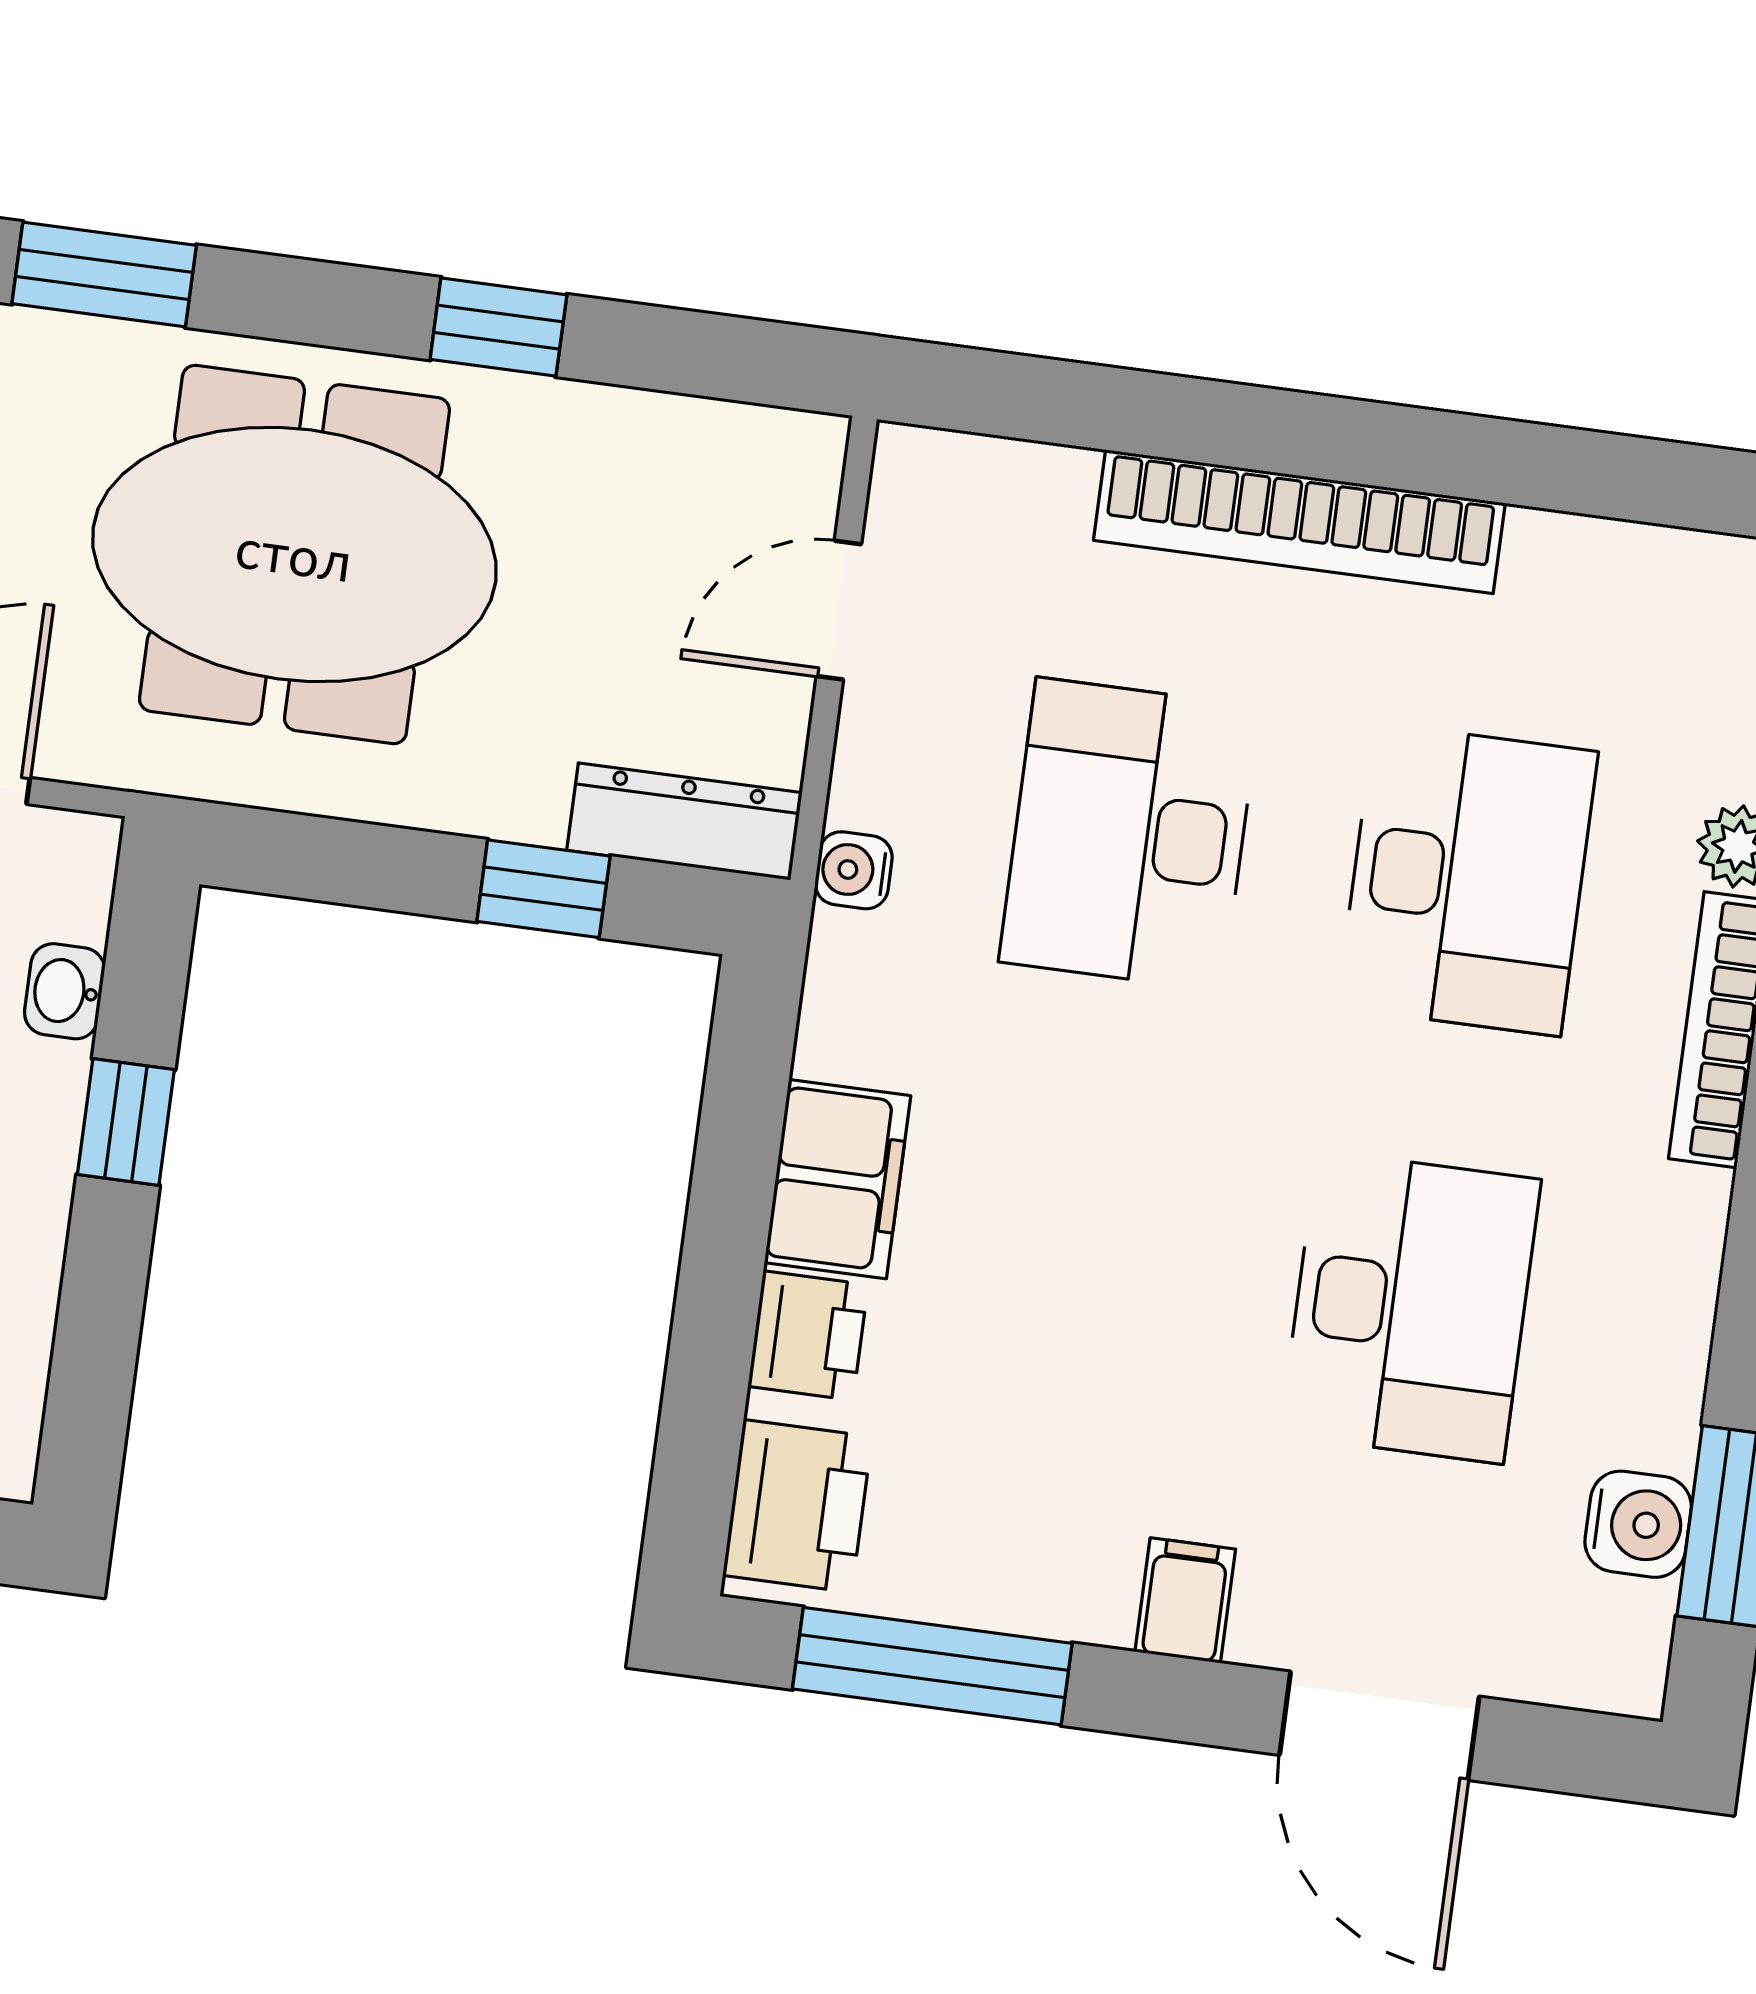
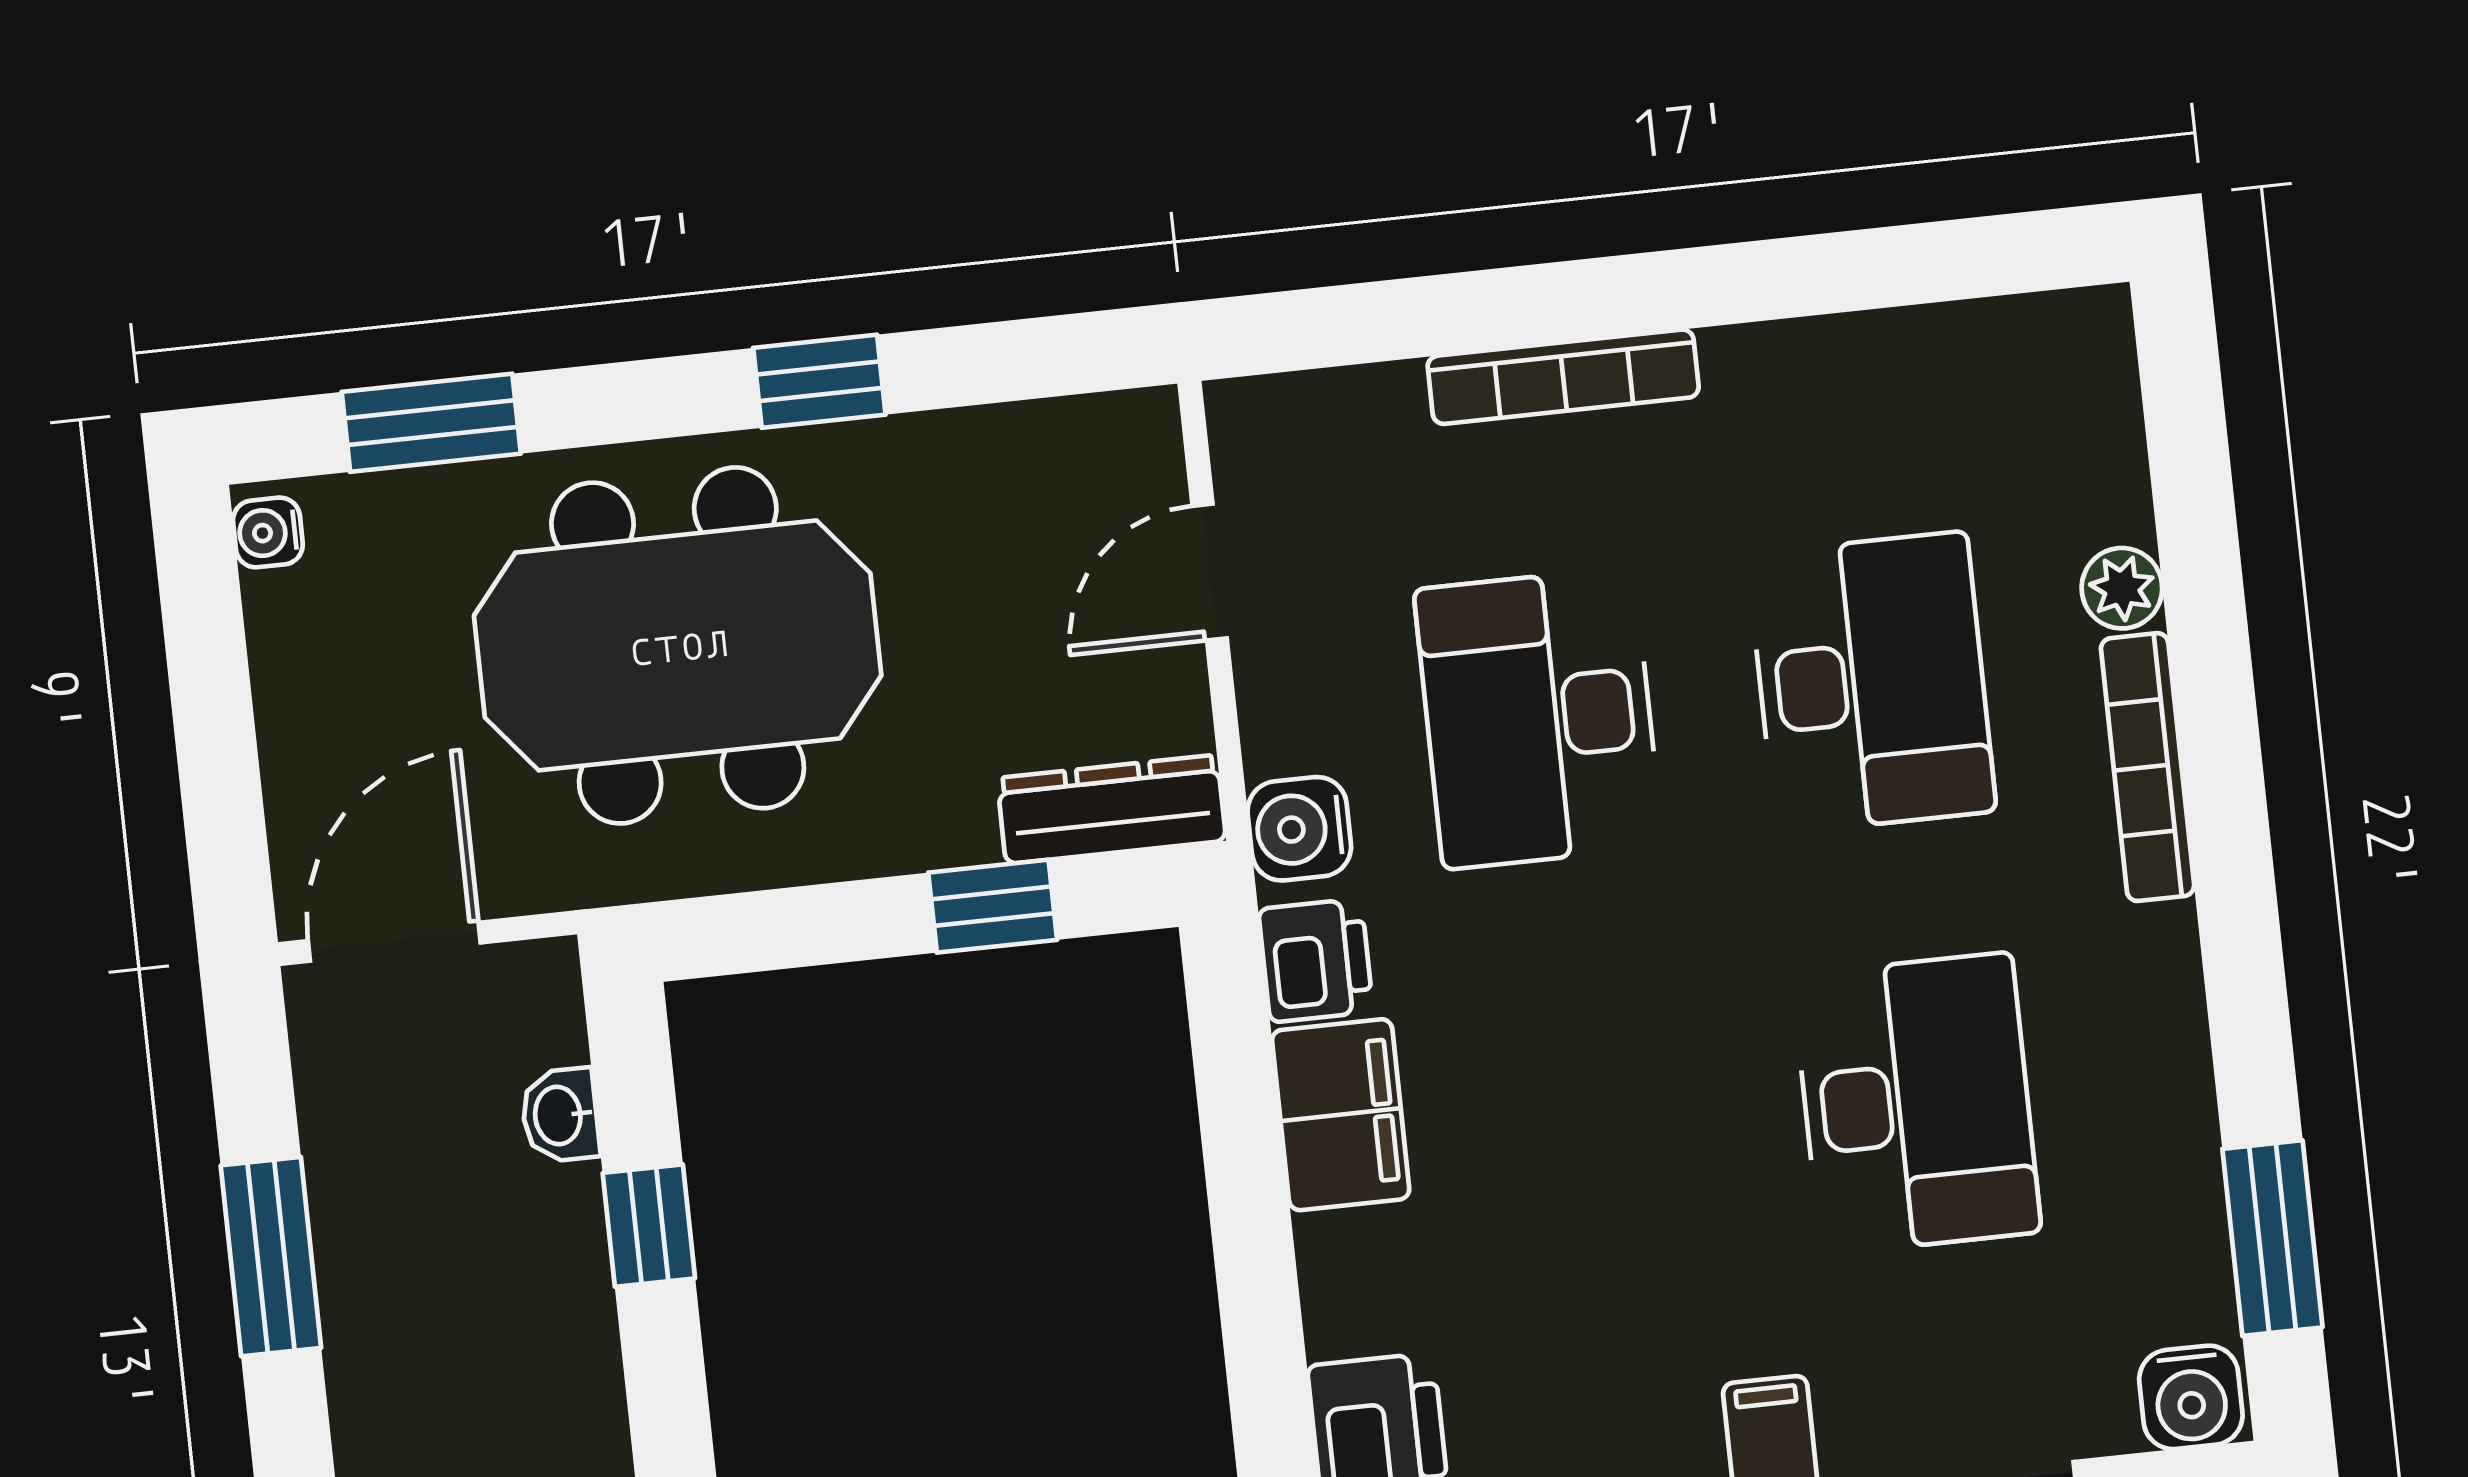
bookcase: (1299, 522) -> (1563, 377), width x0.68, depth x0.76
water cooler: (854, 870) -> (1299, 829), width x1.38, depth x1.38
printer: (808, 1336) -> (1316, 960), moved
water cooler: (1638, 1524) -> (2191, 1397), moved, turned 90

